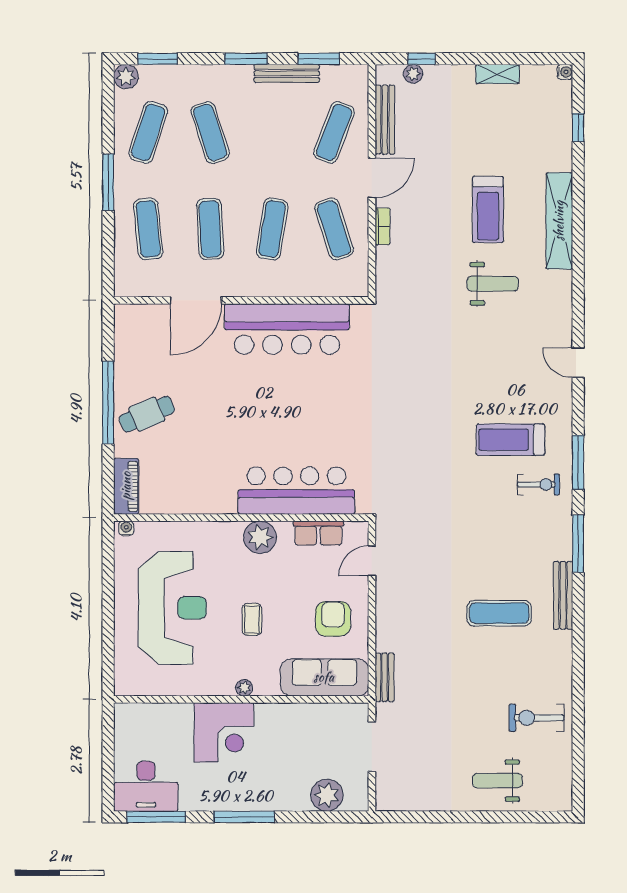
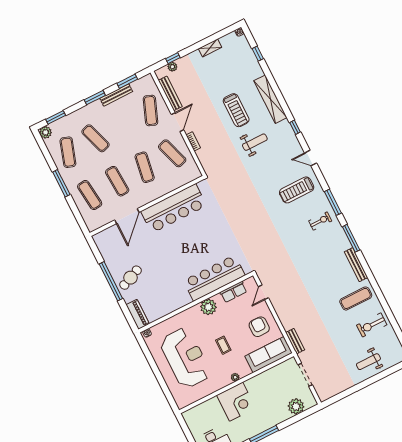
window: (578, 293) -> (295, 127), added
treadmill: (510, 440) -> (297, 190), moved
exercise mat: (499, 613) -> (356, 298), moved

